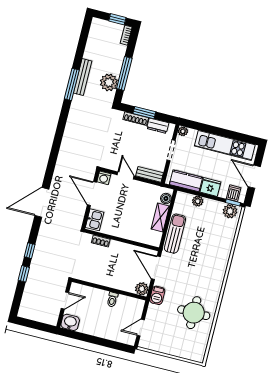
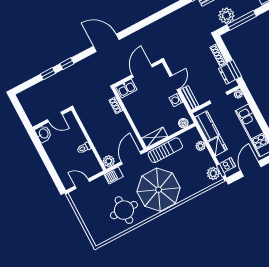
window: (144, 113) -> (234, 70), moved
washing machine: (104, 178) -> (176, 100), moved
shelving: (160, 218) -> (155, 137), moved
parasol: (203, 269) -> (159, 190), added

